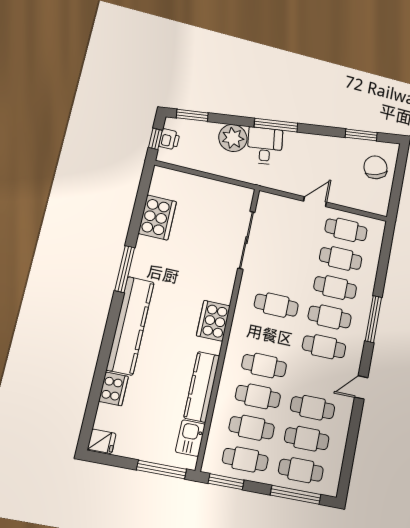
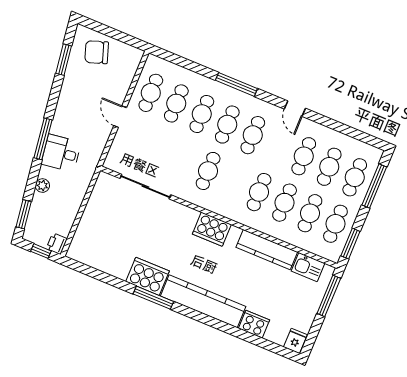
plant: (233, 138) -> (42, 186), width x0.53, depth x0.53
printer: (169, 139) -> (57, 244), moved, turned -90
cooker: (157, 217) -> (147, 276), moved

